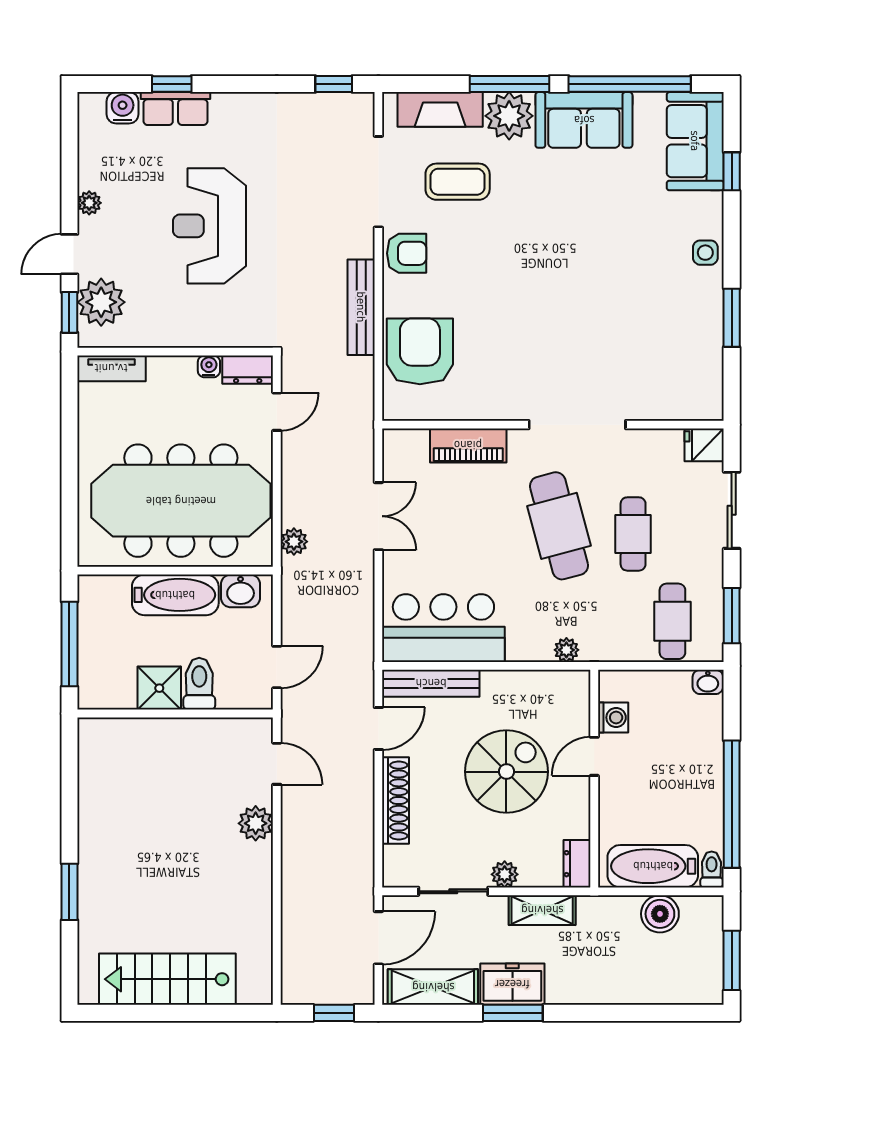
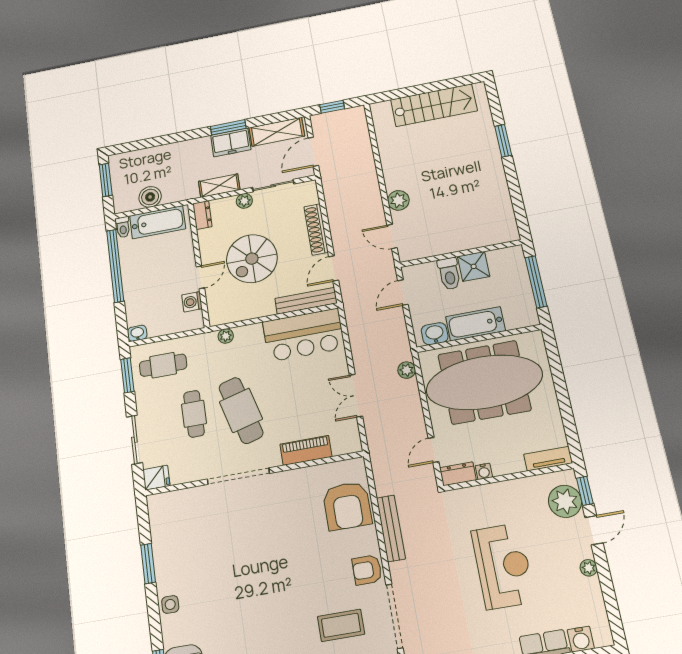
cafe table: (672, 621) -> (163, 365), turned 90

